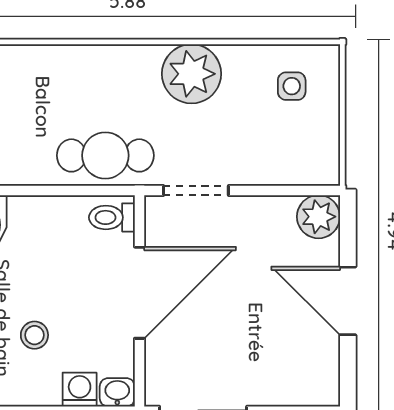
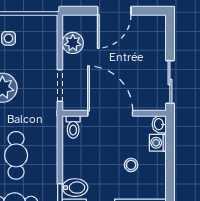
cafe table: (105, 155) -> (16, 155), moved
plant: (318, 217) -> (73, 43), moved

